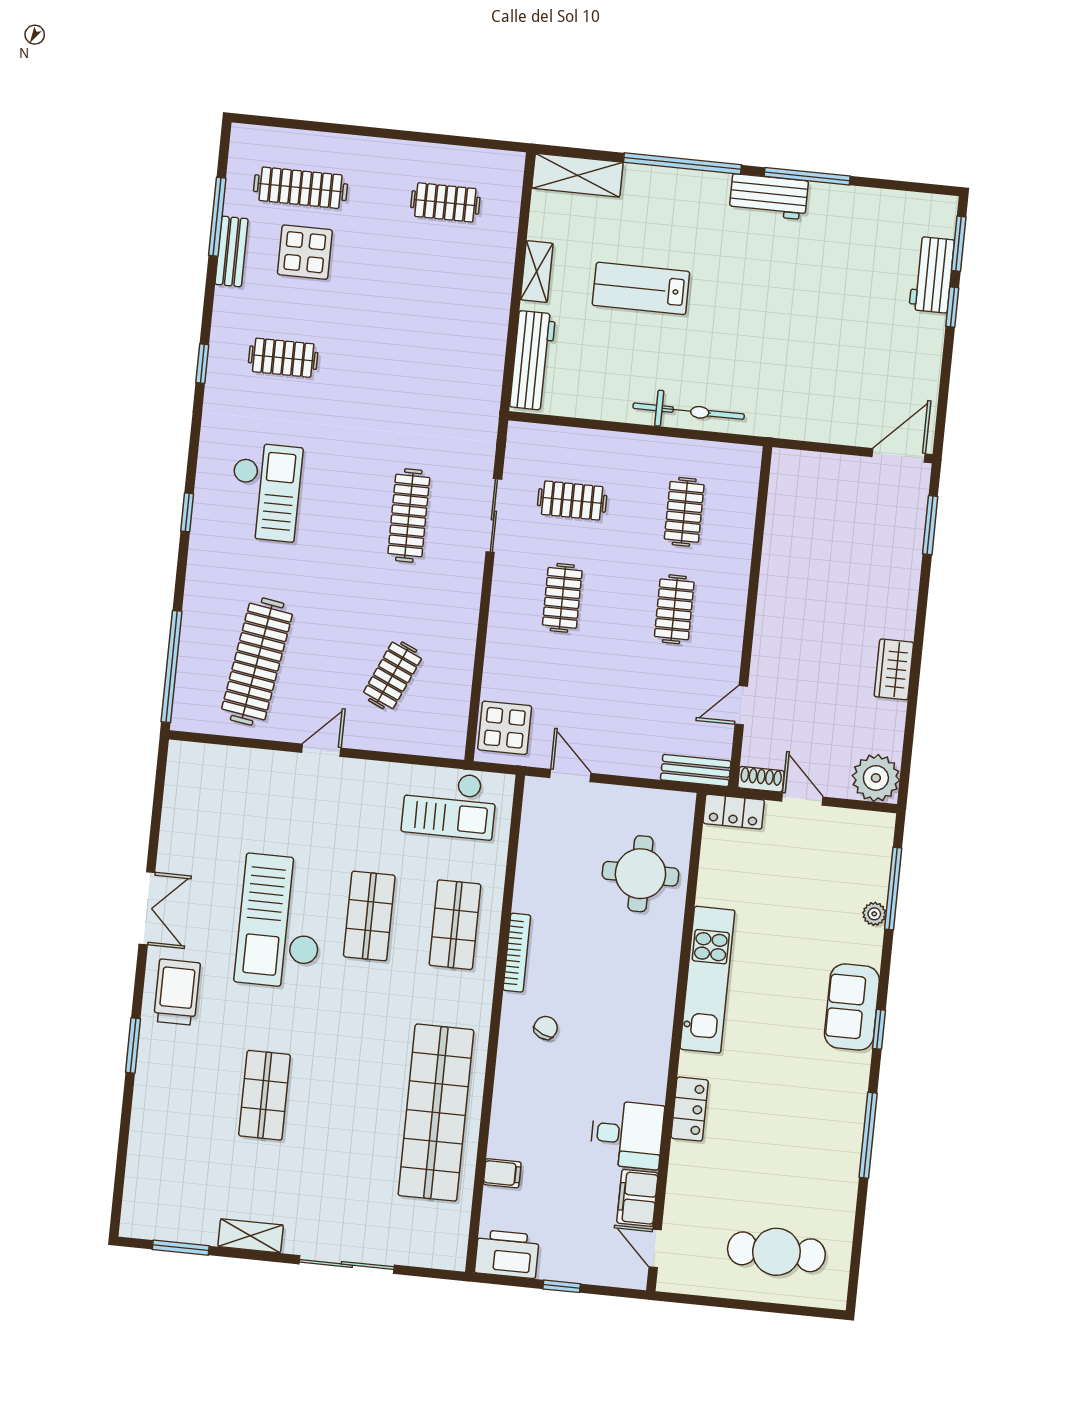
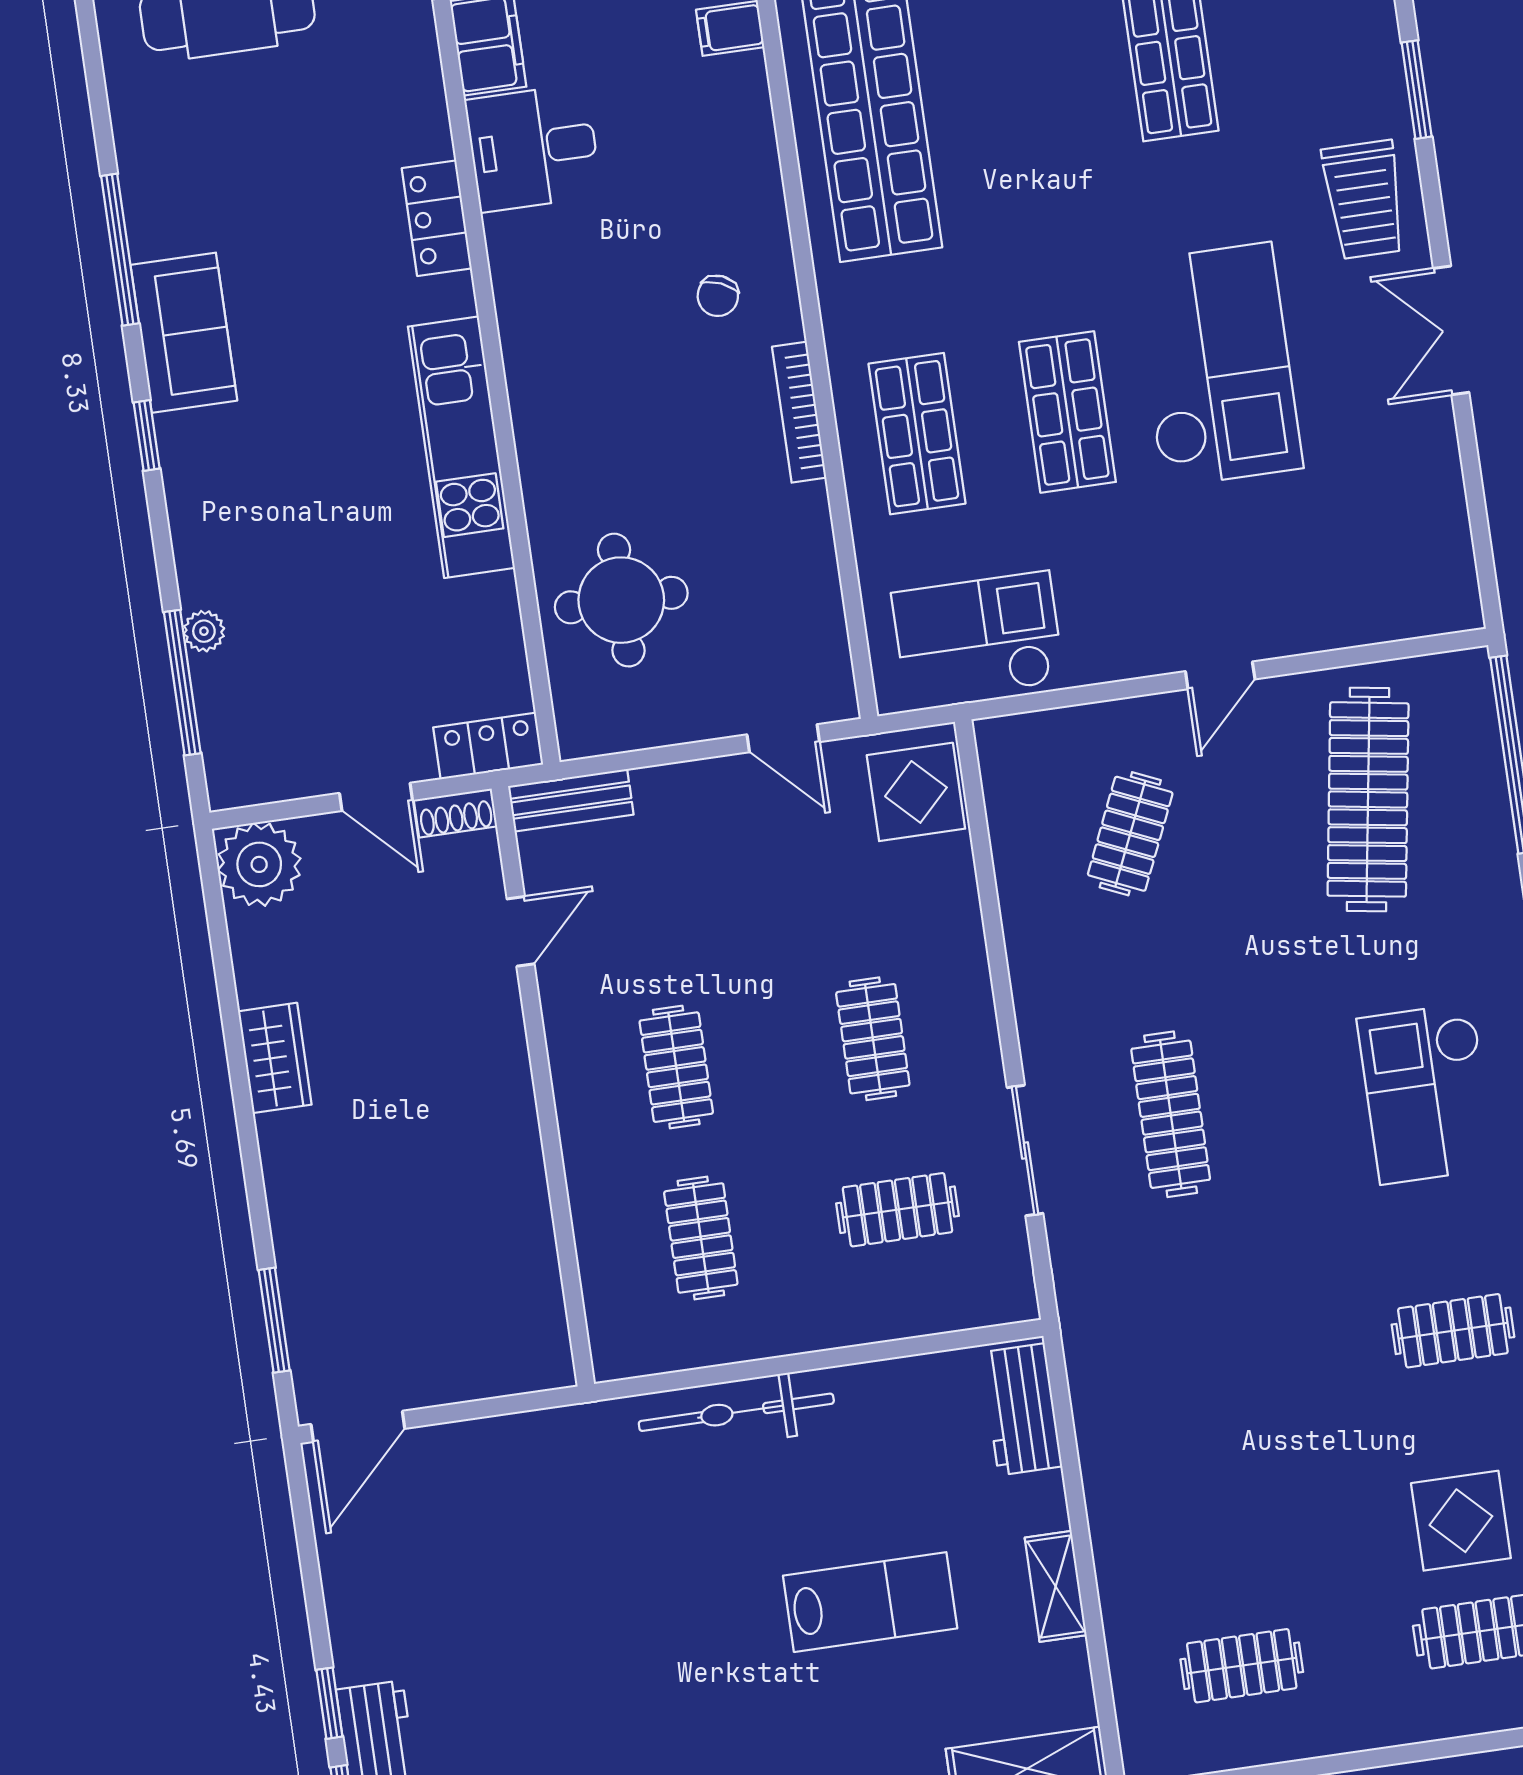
workbench: (533, 360) -> (1022, 1409), width x0.73
sofa: (852, 1007) -> (184, 333), moved

